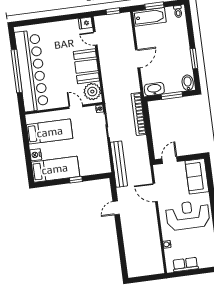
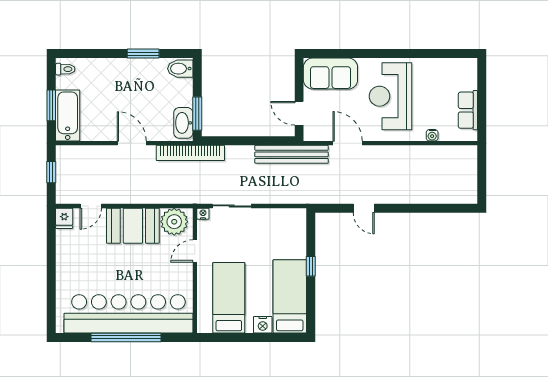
window: (172, 96) -> (197, 114), moved
bookcase: (139, 114) -> (190, 153), moved
bench: (119, 164) -> (291, 154), moved
door: (155, 193) -> (348, 143), swing flipped

